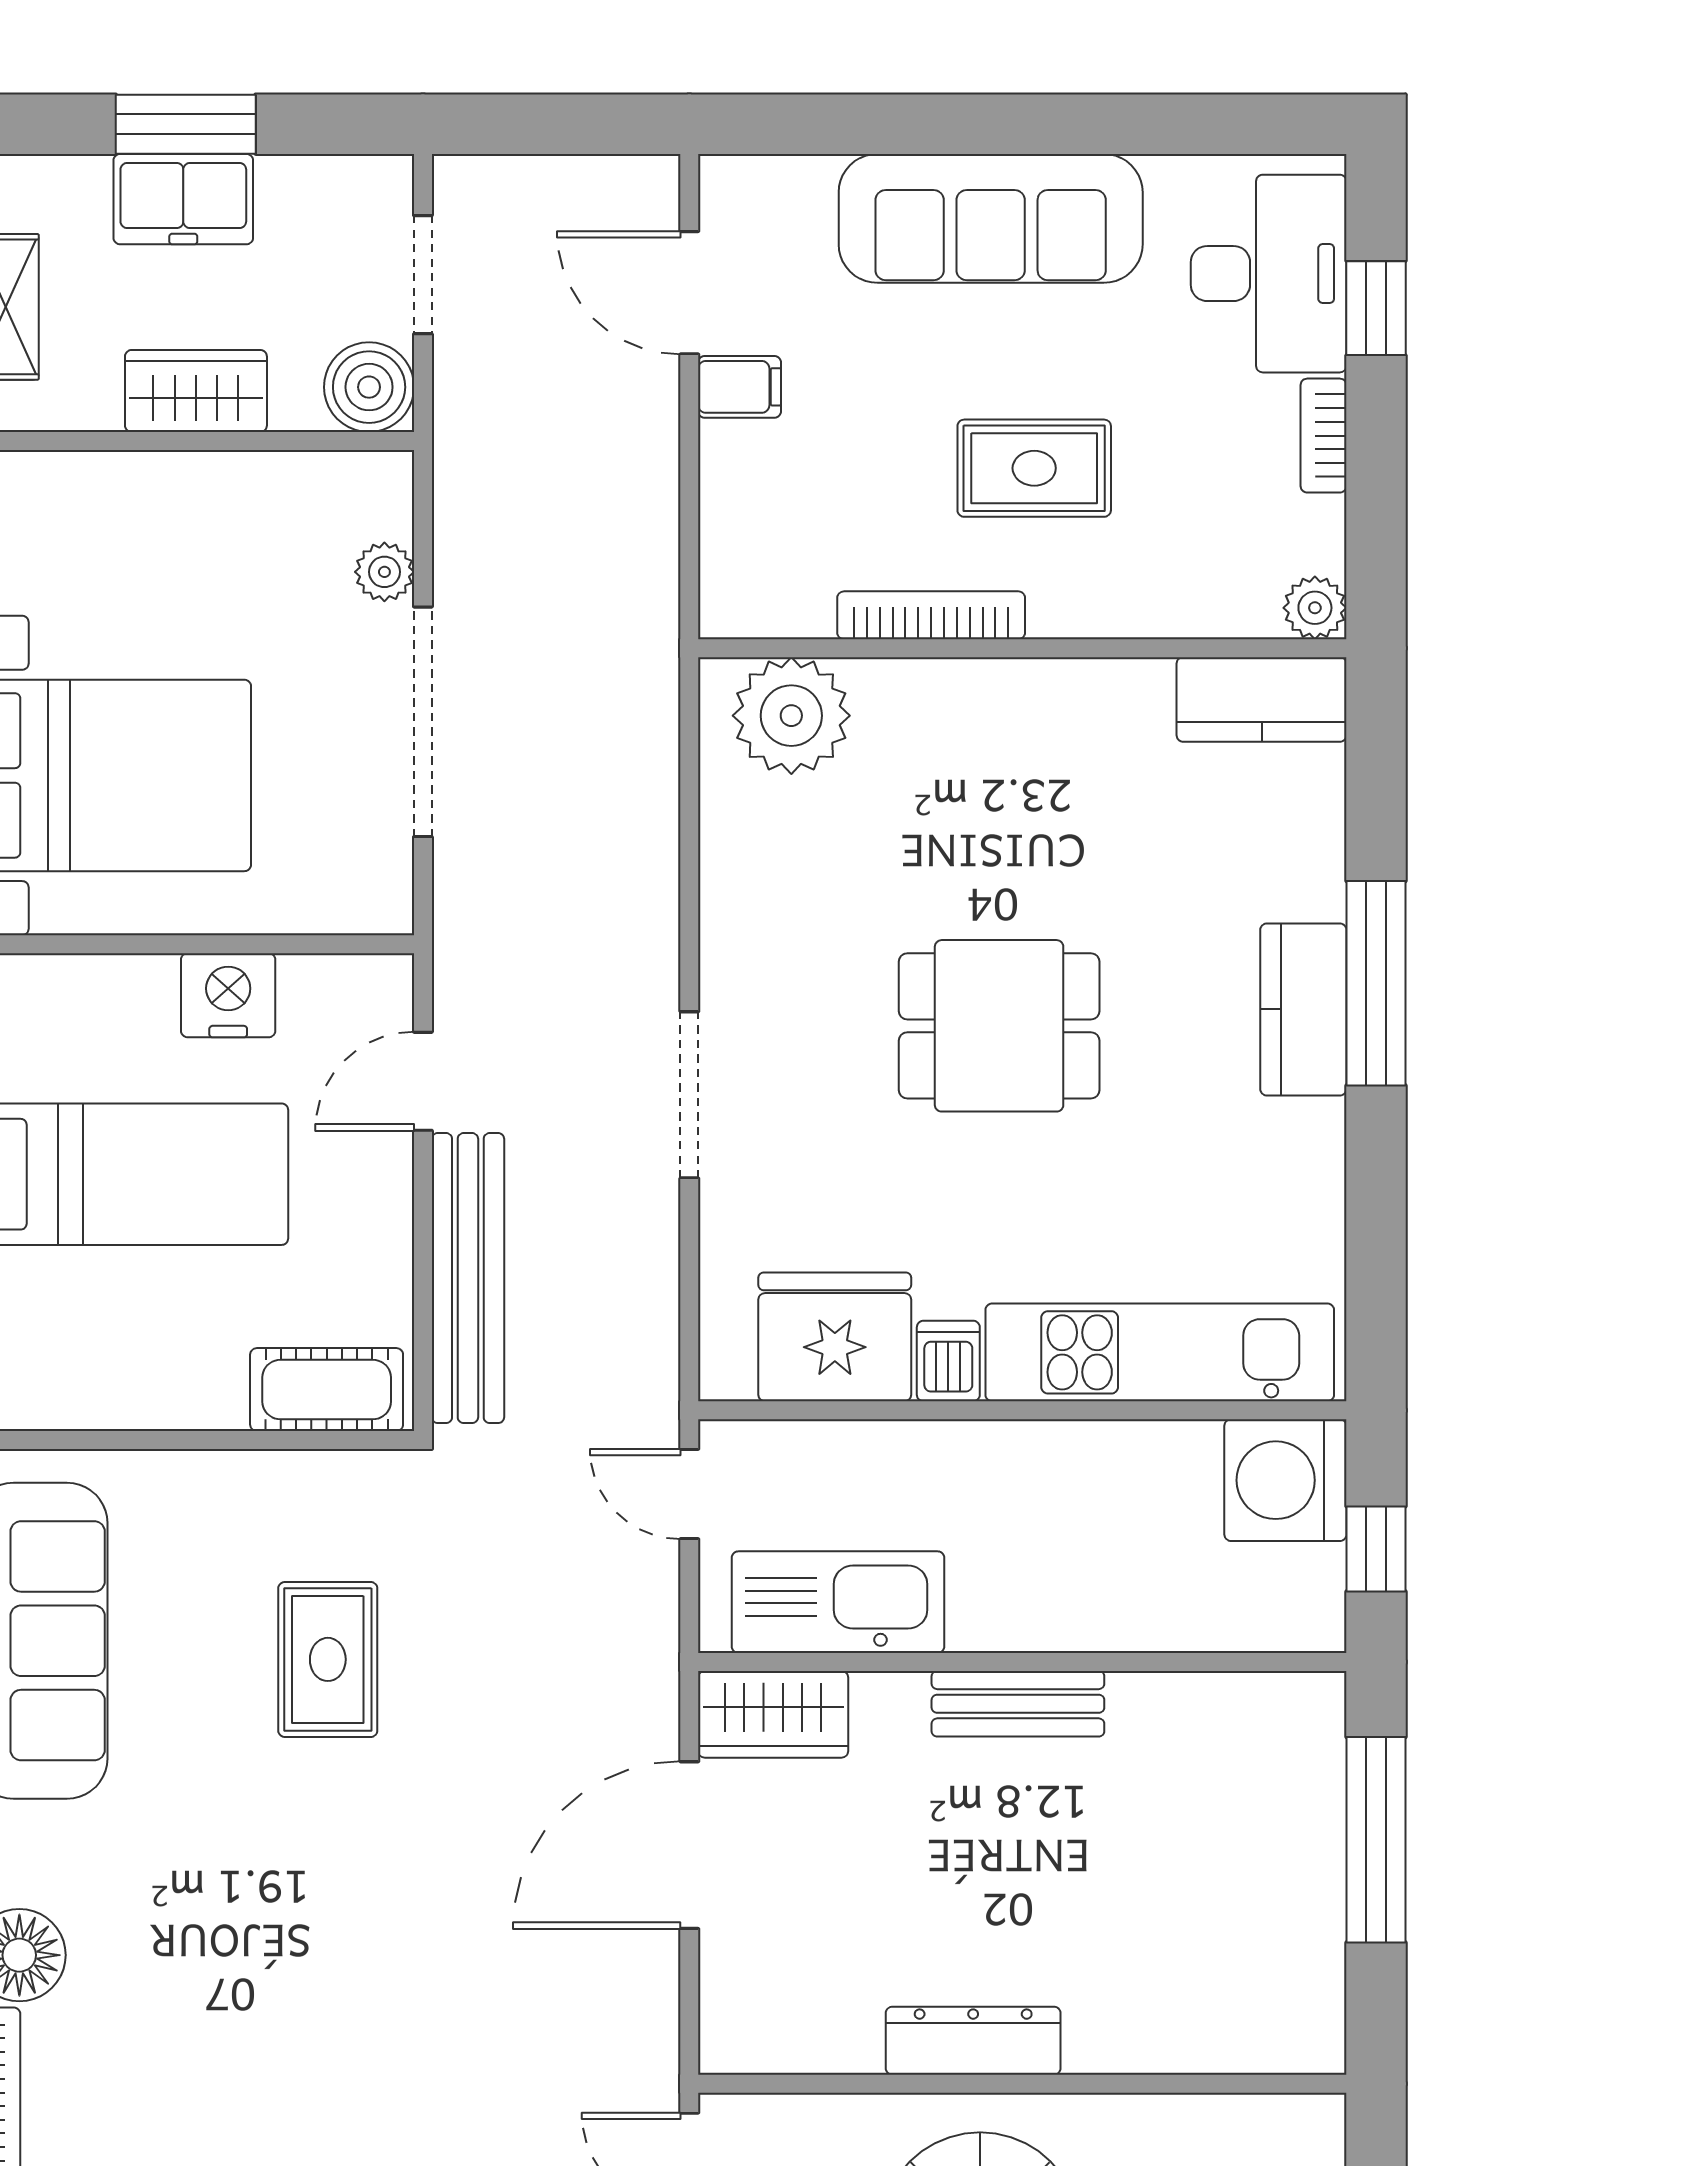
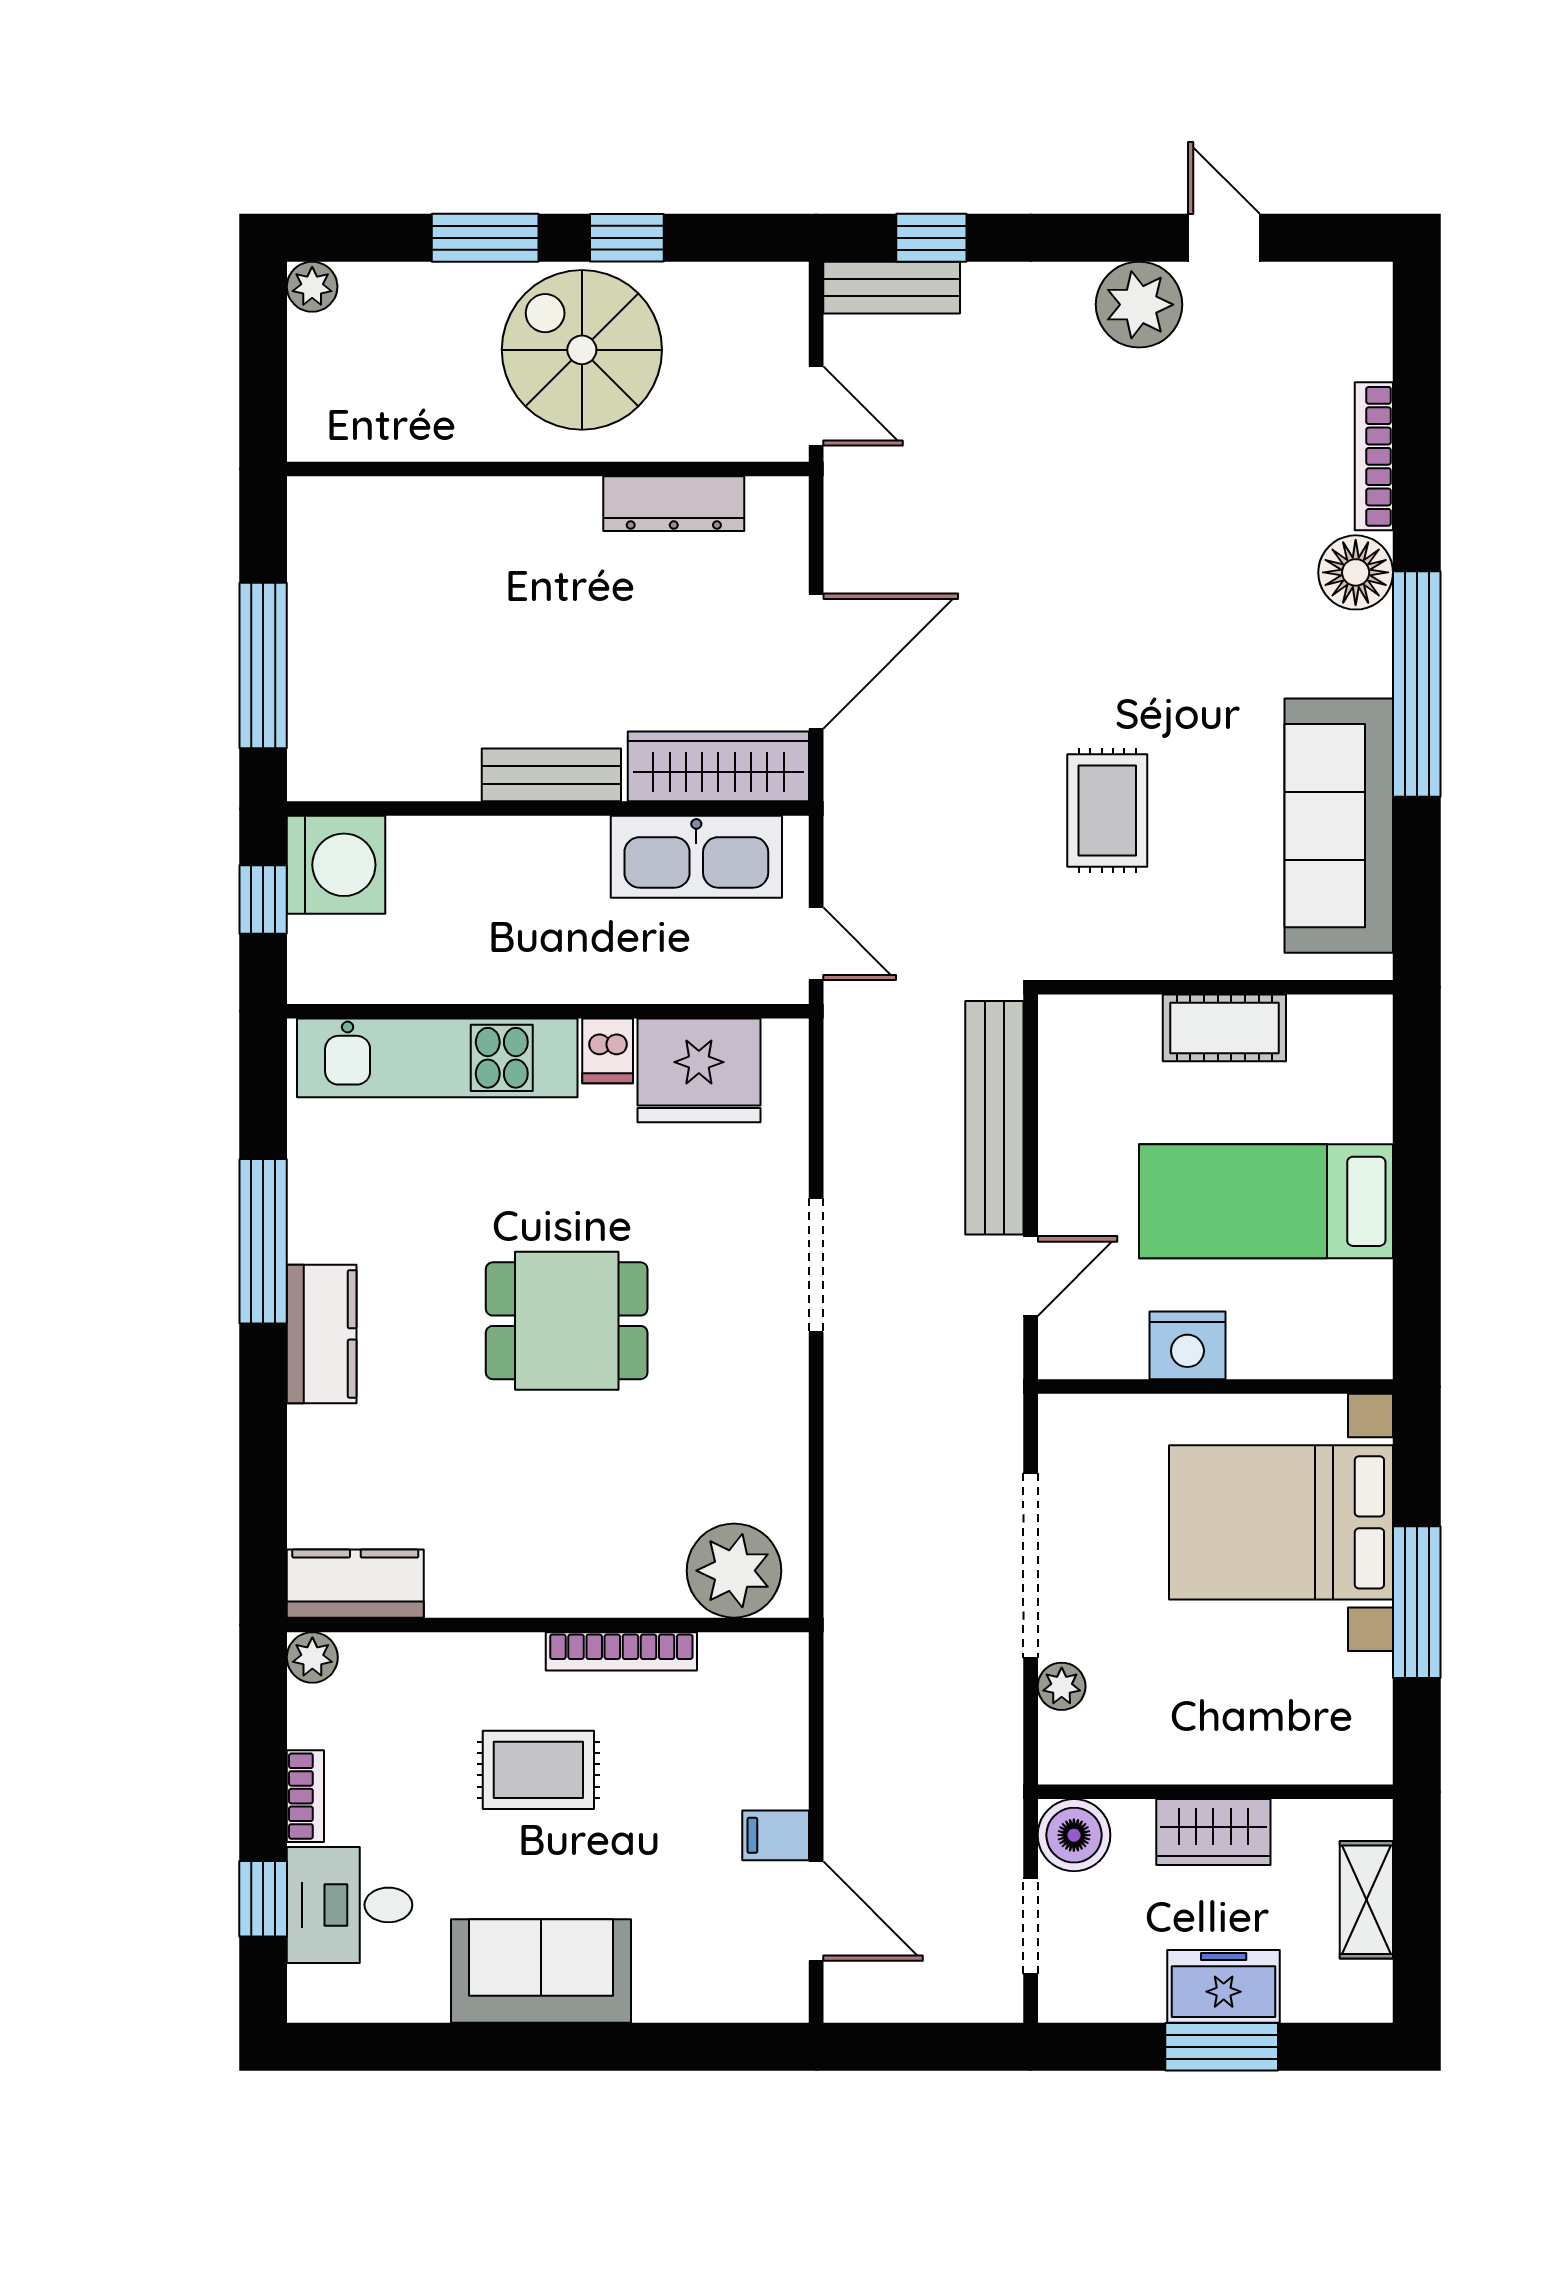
sofa: (991, 218) -> (541, 1971), width x0.73
desk: (1269, 274) -> (350, 1905), width x0.73
window: (1376, 983) -> (263, 1241), moved
cot: (327, 1390) -> (1224, 1028), moved
washing machine: (1285, 1480) -> (336, 865), moved
wardrobe: (773, 1714) -> (718, 766), width x1.50
dresser: (973, 2041) -> (674, 504), moved

